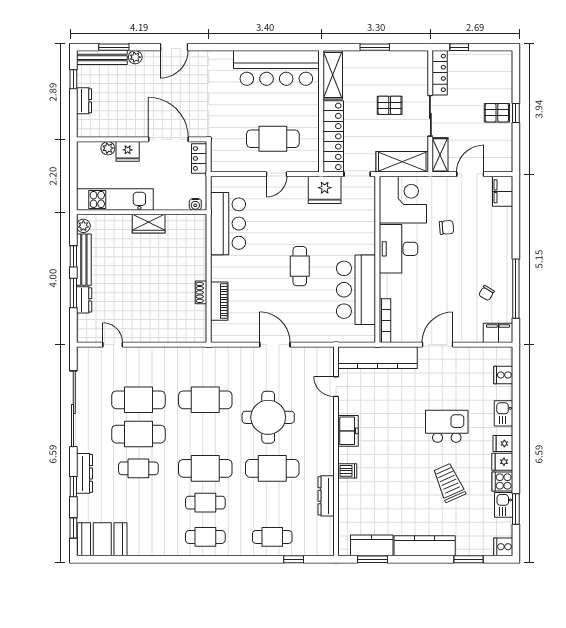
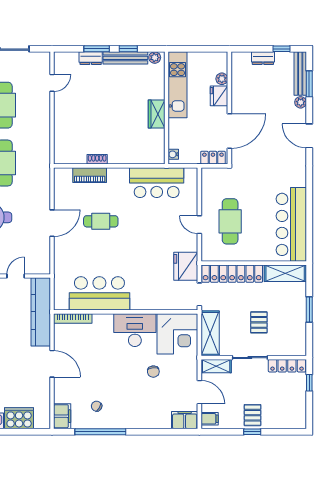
filing cabinet: (501, 162) -> (210, 419), added
cafe table: (300, 266) -> (101, 221), moved
cooker: (503, 375) -> (19, 418), width x1.87, depth x1.31

